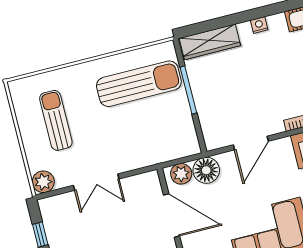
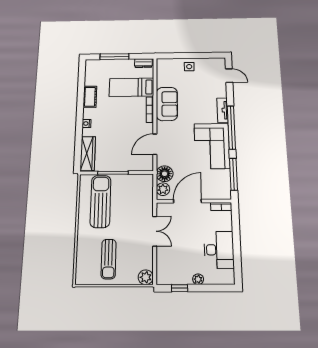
sun lounger: (56, 120) -> (109, 259), turned -90
door: (251, 143) -> (155, 144), swing flipped
double door: (96, 182) -> (155, 231), moved

